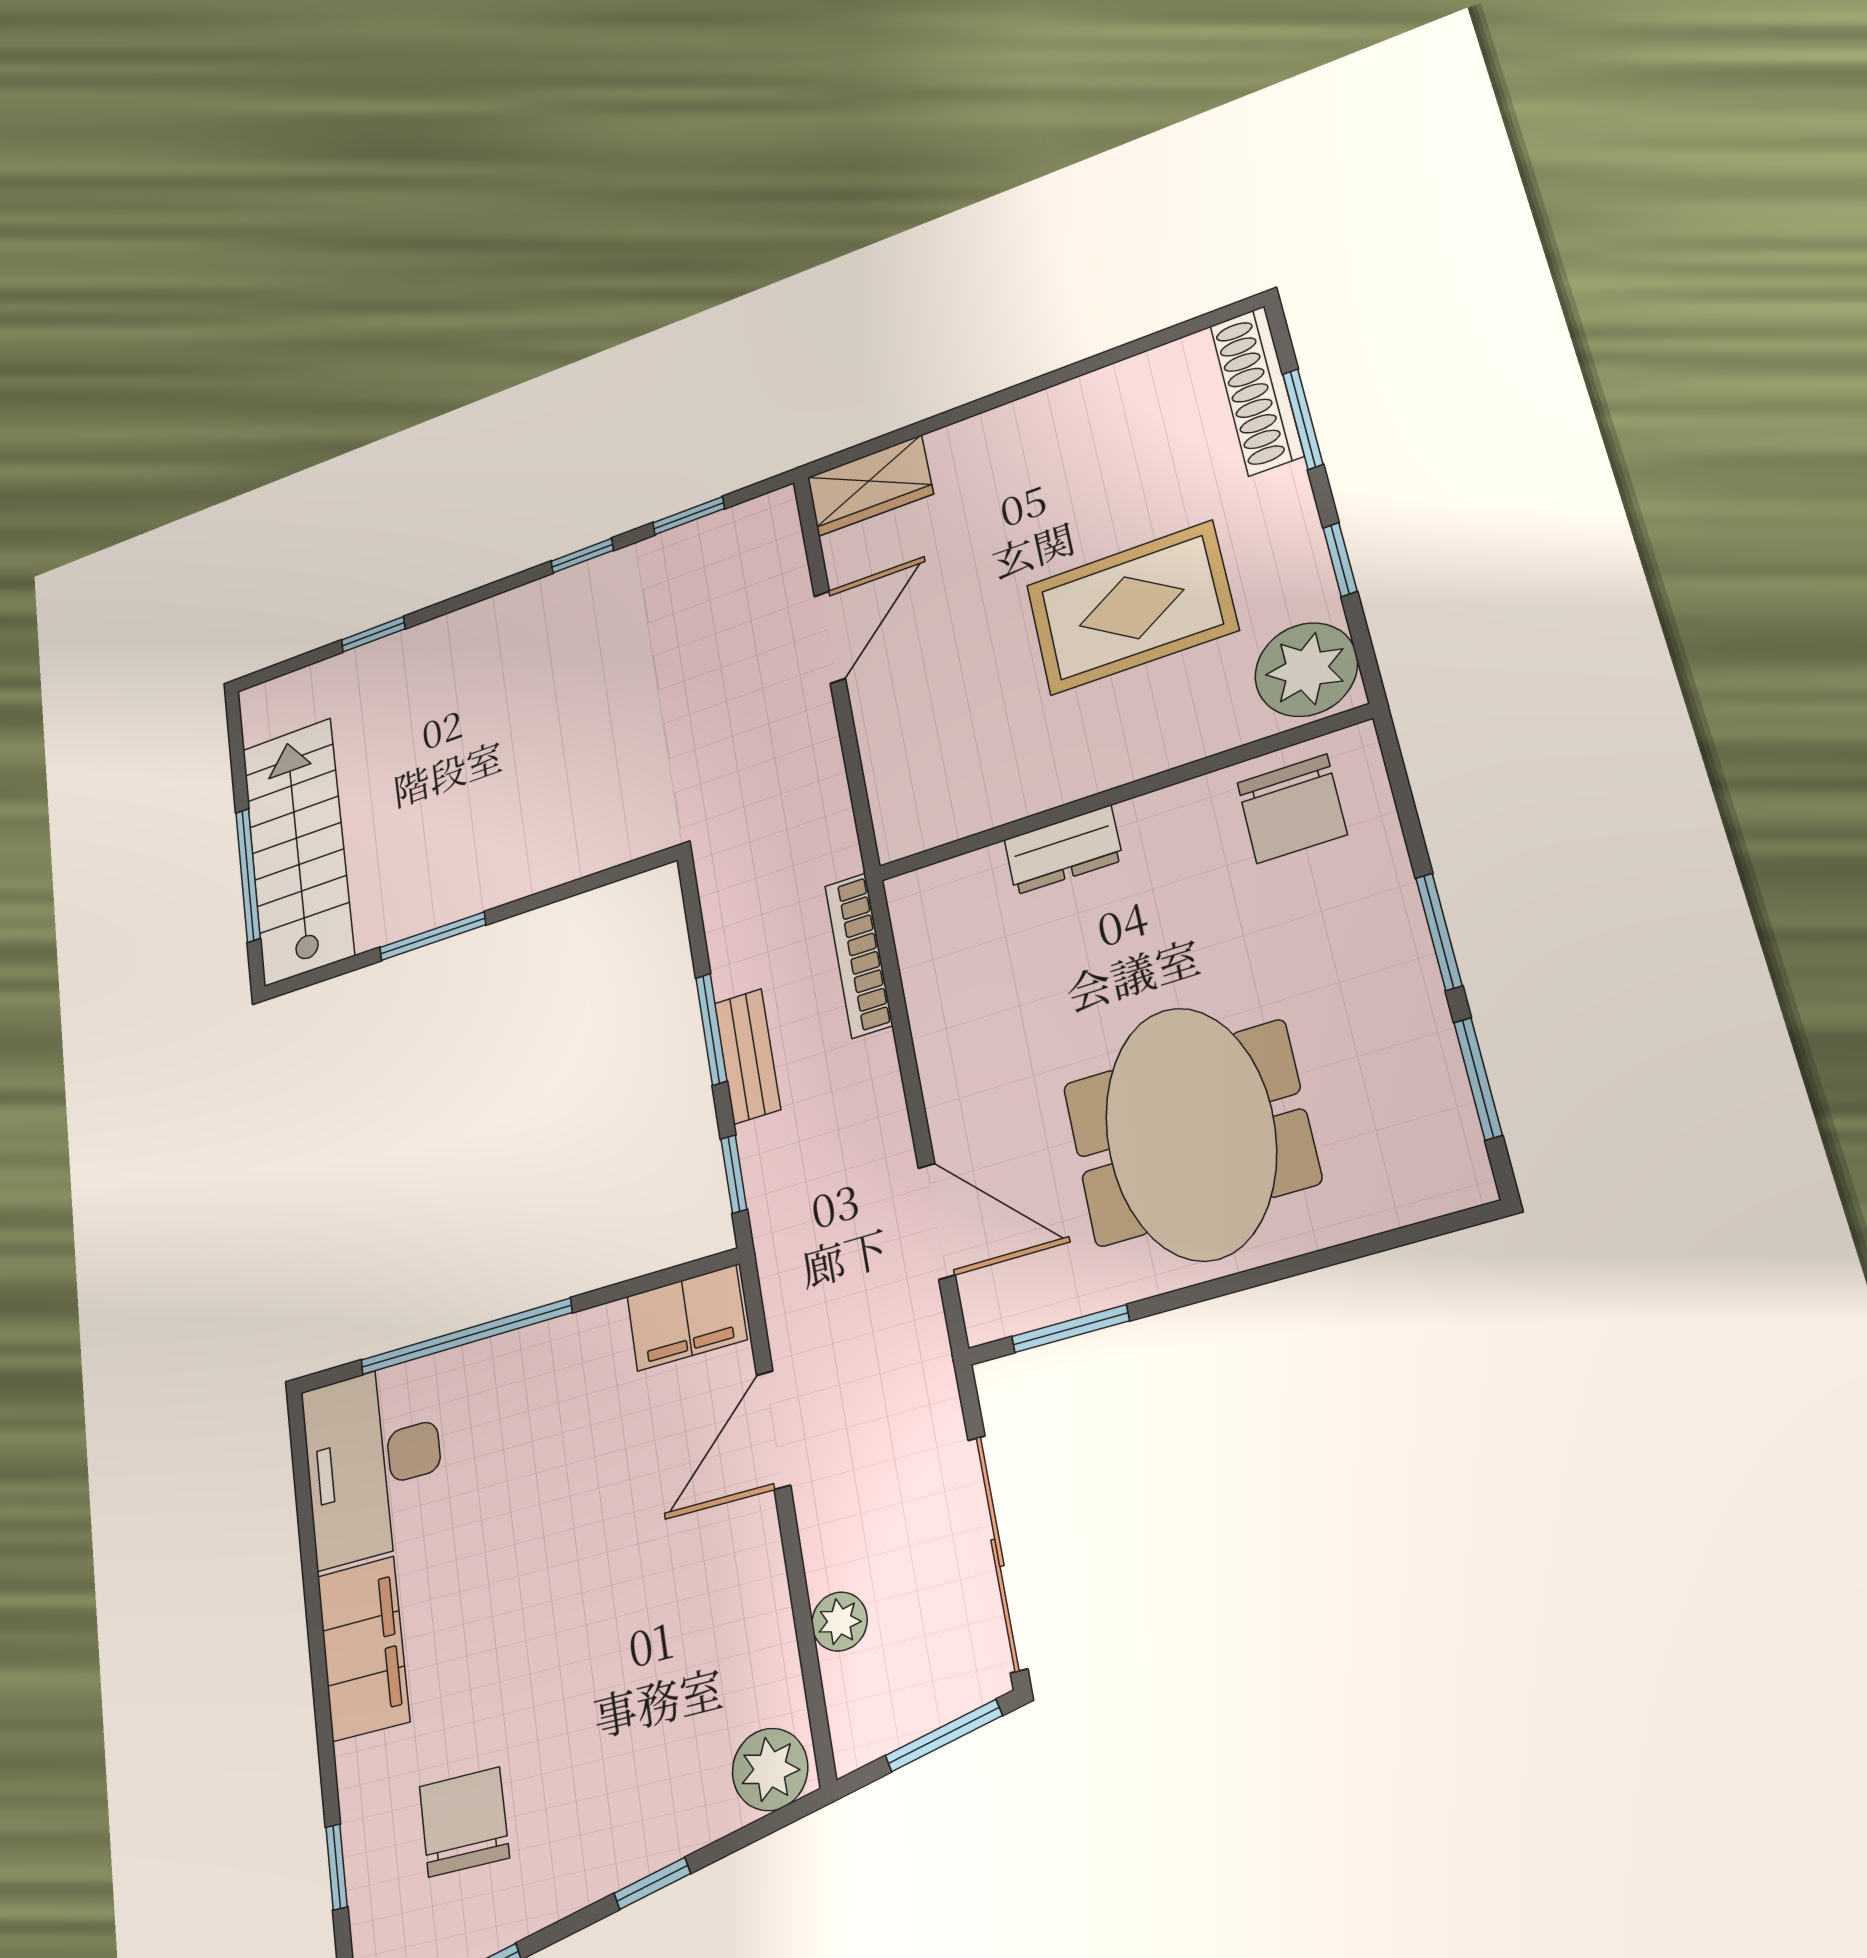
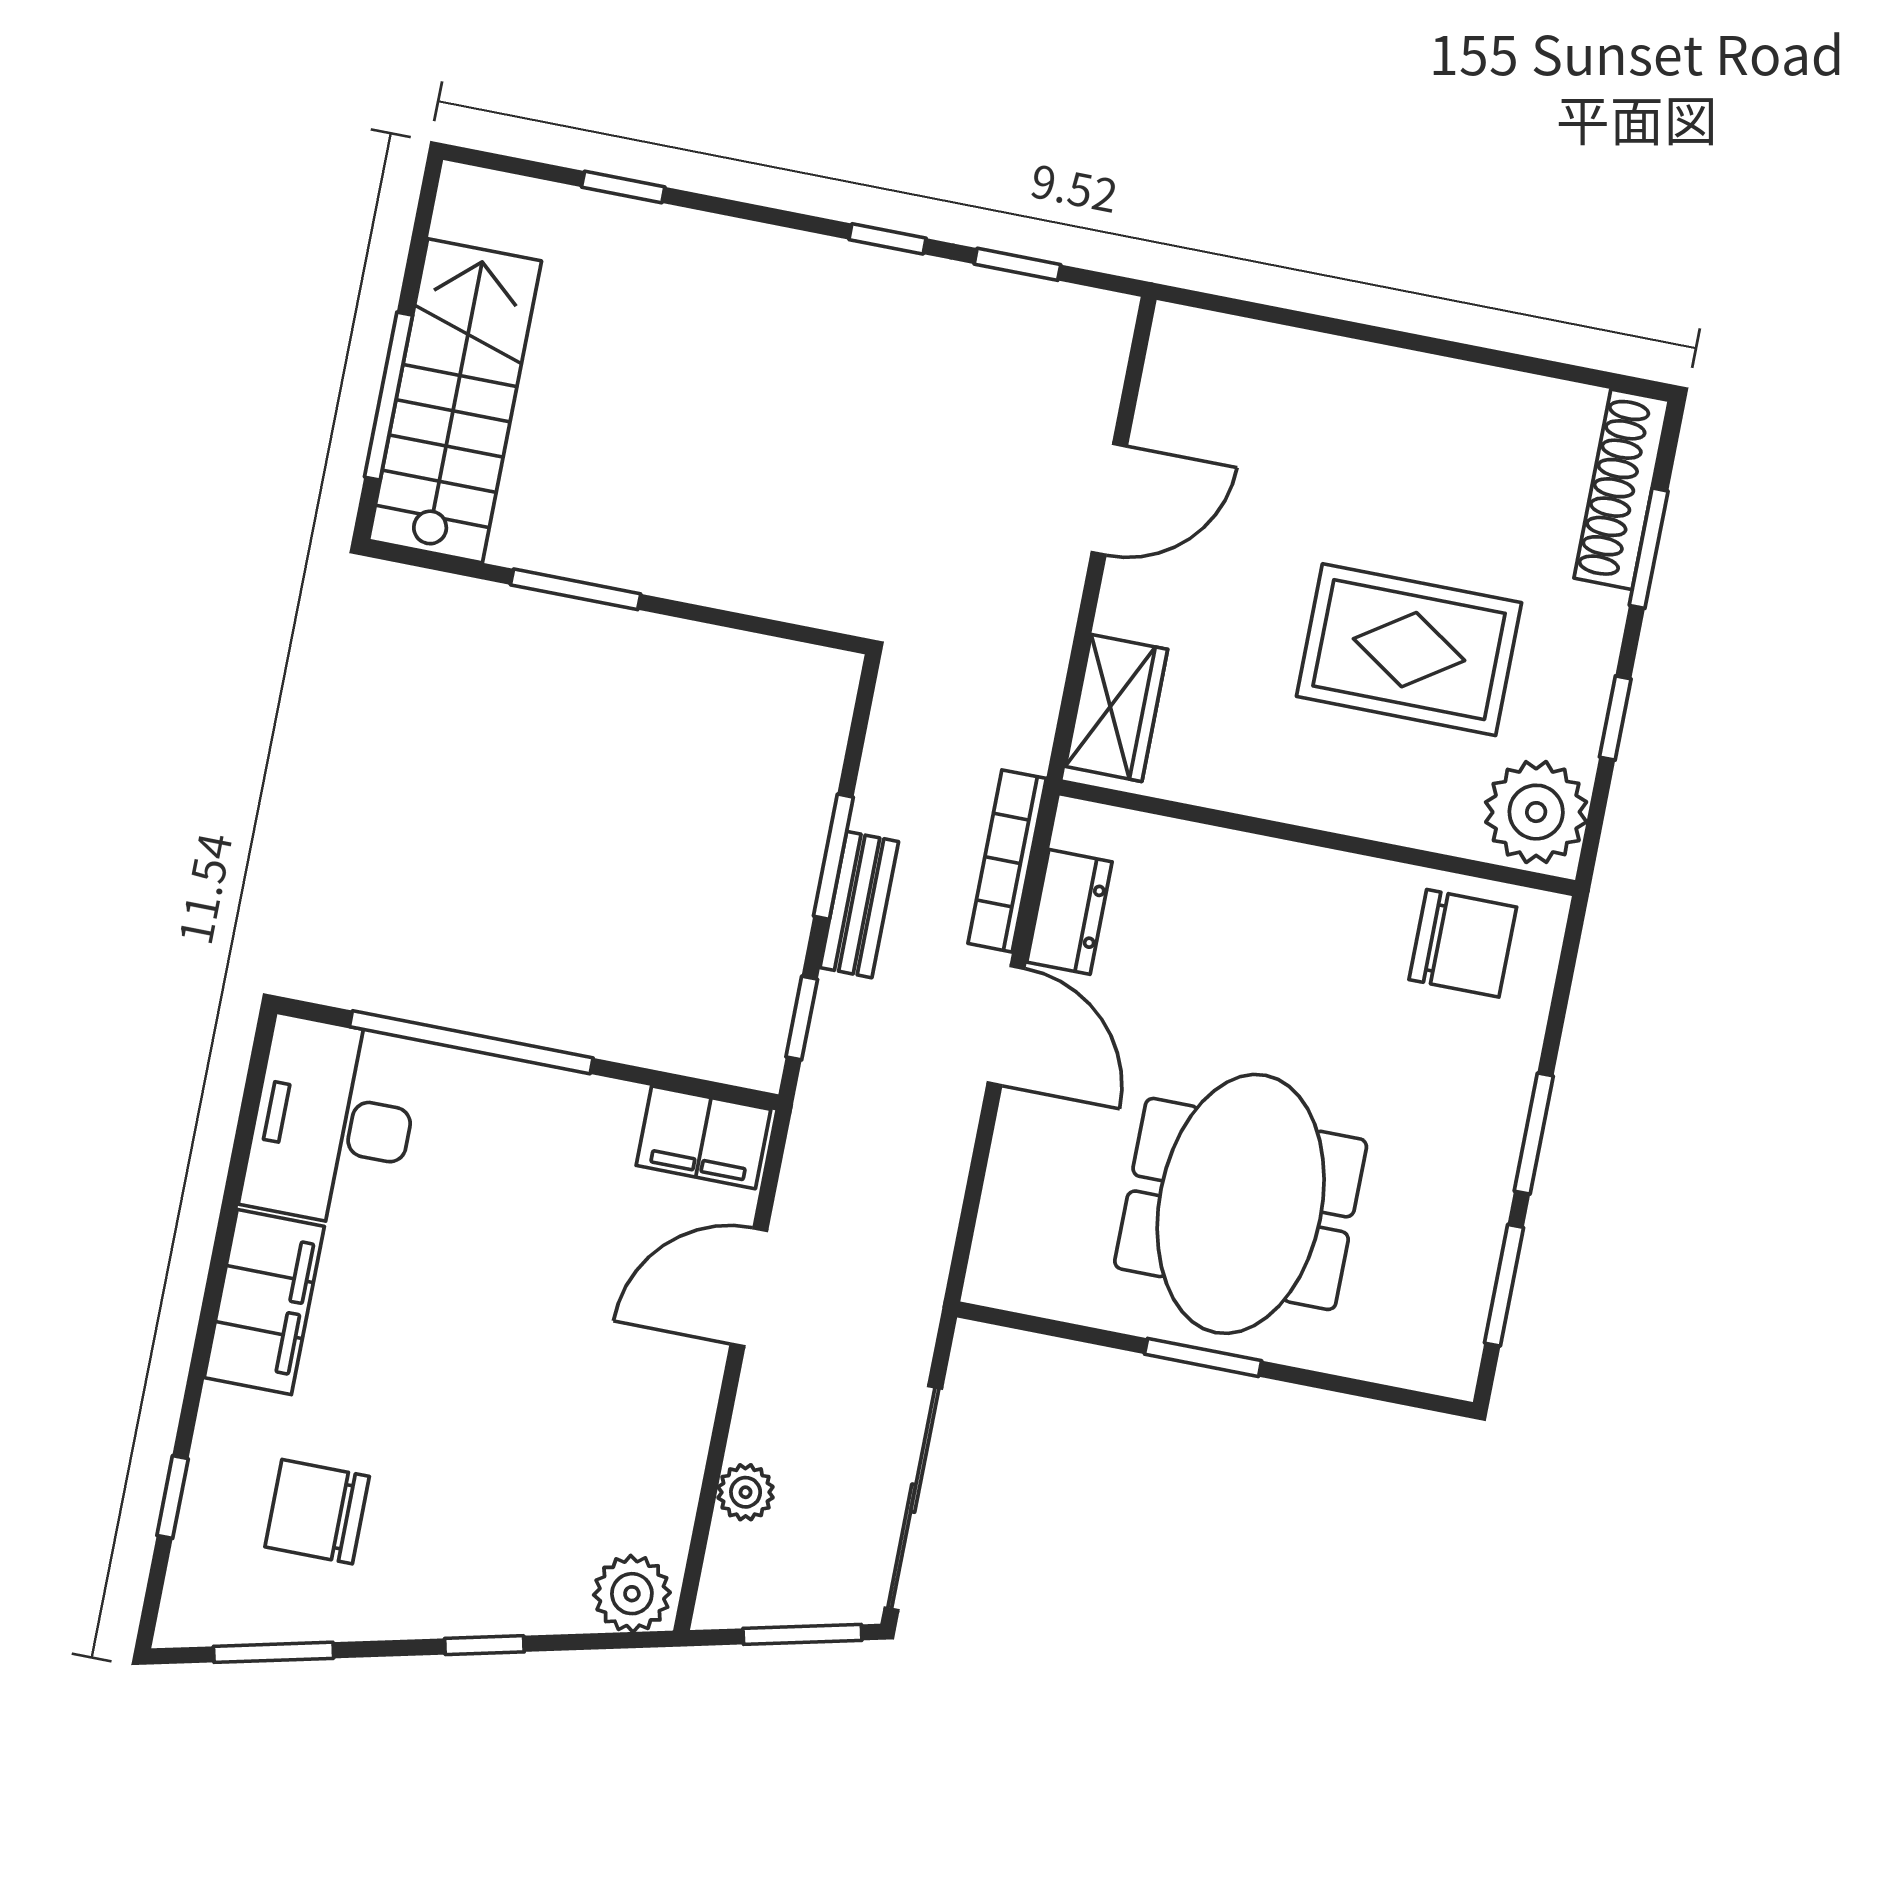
wardrobe: (870, 486) -> (1116, 708), moved, turned -90
chair: (1292, 809) -> (1463, 943), turned -90
dresser: (1063, 850) -> (1069, 912), moved, turned -90
door: (937, 1221) -> (1006, 1026), moved
window: (1070, 1329) -> (1203, 1357), moved
chair: (464, 1822) -> (317, 1512), turned -90

